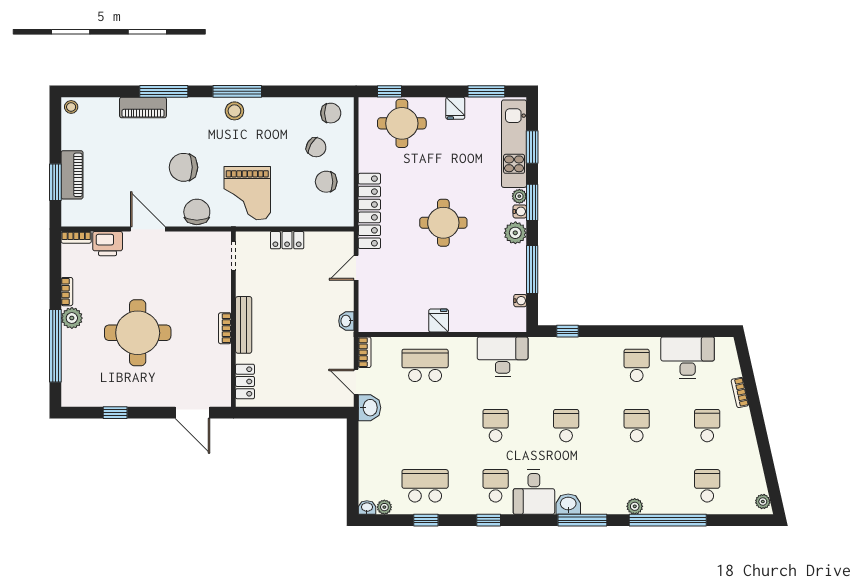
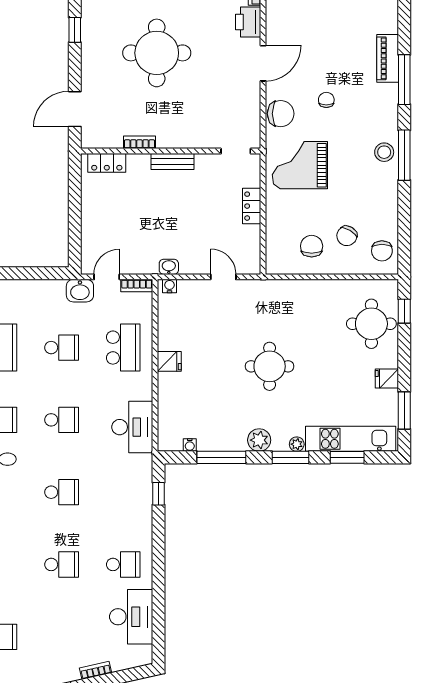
chair: (183, 167) -> (326, 100), width x0.54, depth x0.54
locker: (369, 211) -> (282, 290), removed
water cooler: (520, 211) -> (169, 286), moved, turned 180
bench: (244, 325) -> (173, 162), width x0.73
bookcase: (225, 328) -> (139, 142), moved
school desk: (707, 426) -> (62, 348), moved

